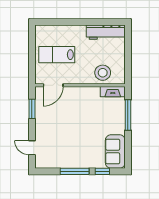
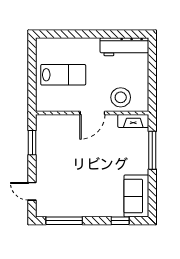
lab bench: (57, 55) -> (63, 75), turned 180
door: (53, 85) -> (92, 113), moved
window: (75, 171) -> (64, 221), moved

